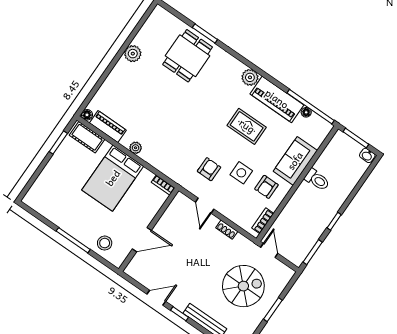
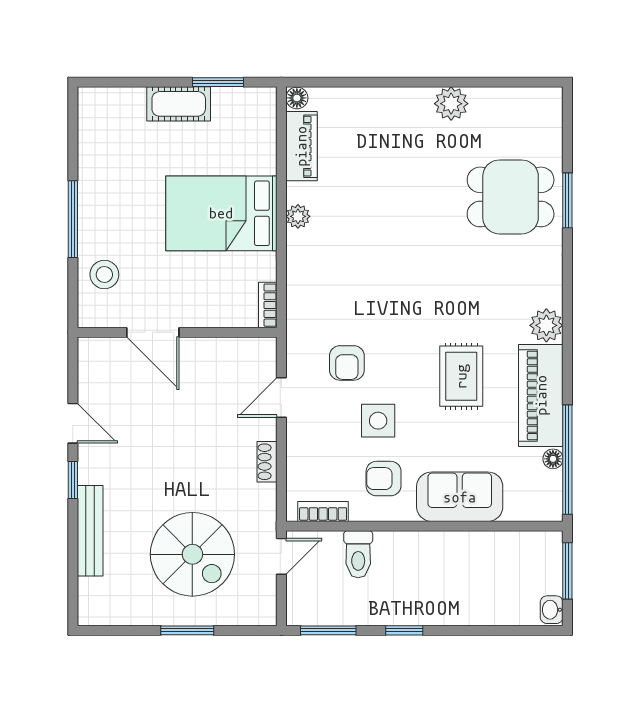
cot: (87, 137) -> (179, 104), moved, turned 90
armchair: (209, 169) -> (347, 363), turned 90
toilet: (317, 180) -> (358, 554), moved

